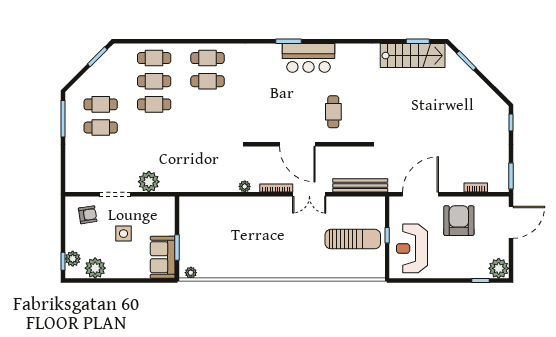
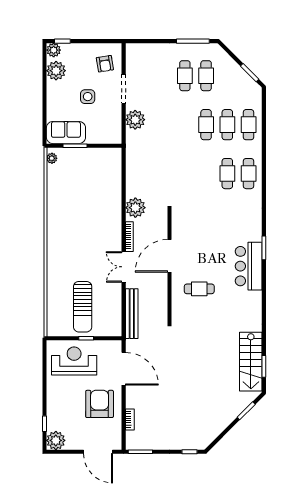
plant: (245, 186) -> (135, 208), width x1.87, depth x1.87
armchair: (459, 221) -> (100, 404), turned -90
plant: (73, 259) -> (54, 50), moved

